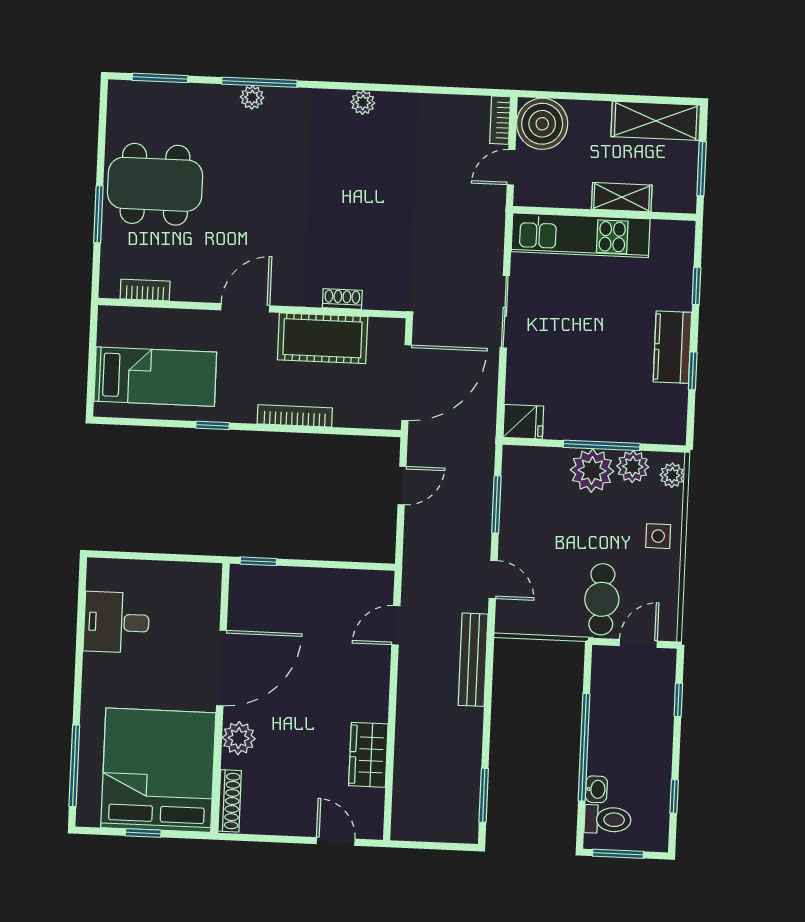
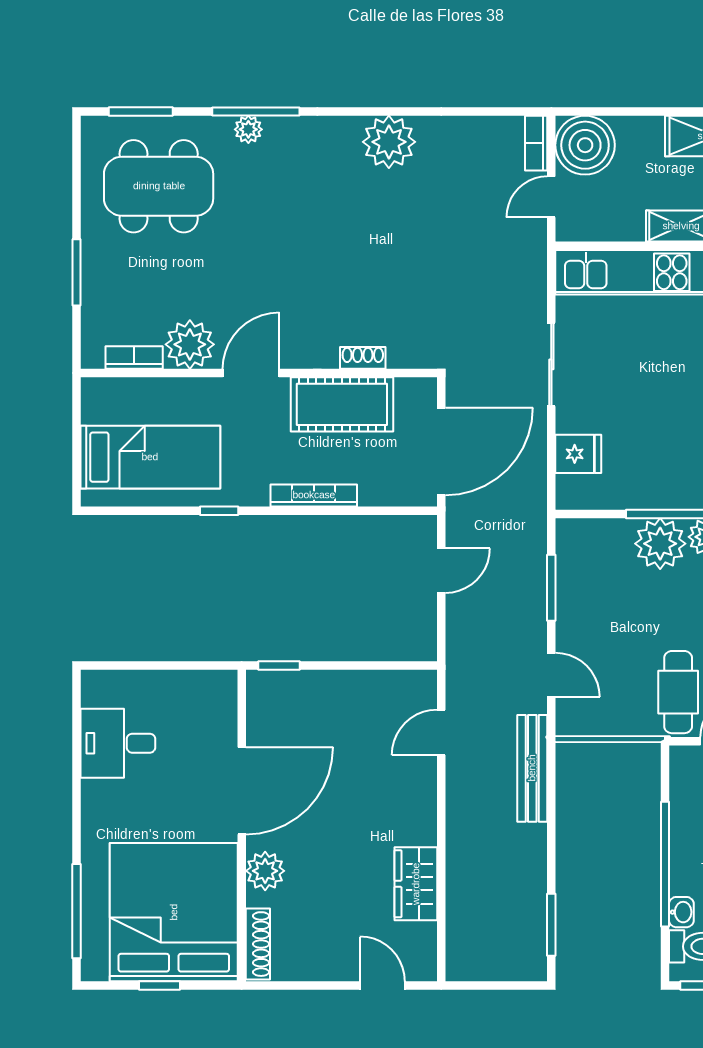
plant: (363, 102) -> (389, 142), width x1.88, depth x1.88
dining table: (155, 184) -> (159, 186), moved
plant: (194, 281) -> (190, 344), added
fridge: (523, 422) -> (578, 454), moved

